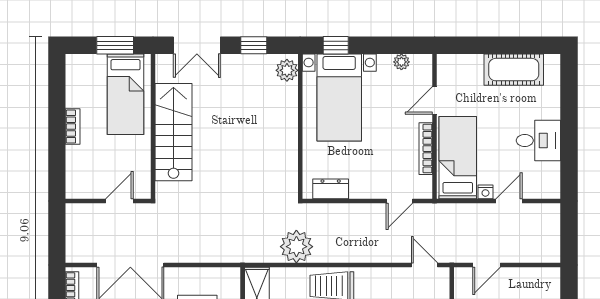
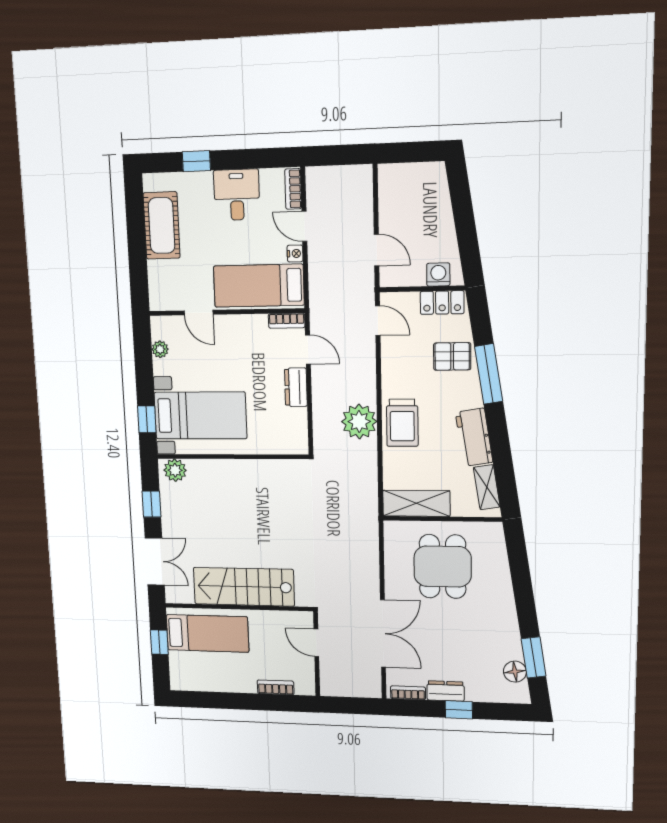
window: (115, 45) -> (159, 642), width x0.67
window: (569, 105) -> (196, 161), added
bookcase: (73, 127) -> (276, 687), moved
bookcase: (426, 149) -> (287, 321), moved, width x0.64
dresser: (331, 189) -> (296, 387), moved
bookcase: (542, 192) -> (293, 189), added
plant: (296, 247) -> (359, 422), moved
door: (425, 265) -> (378, 320), swing flipped

